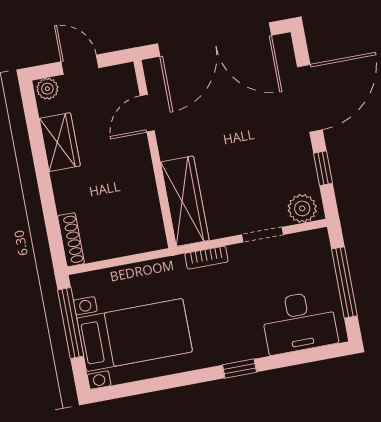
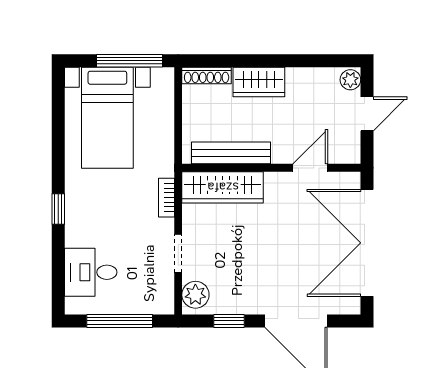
door: (147, 113) -> (310, 168), hinge flipped
wardrobe: (60, 142) -> (259, 82), moved
bench: (147, 199) -> (231, 153), added
desk: (299, 322) -> (91, 272), width x0.73

